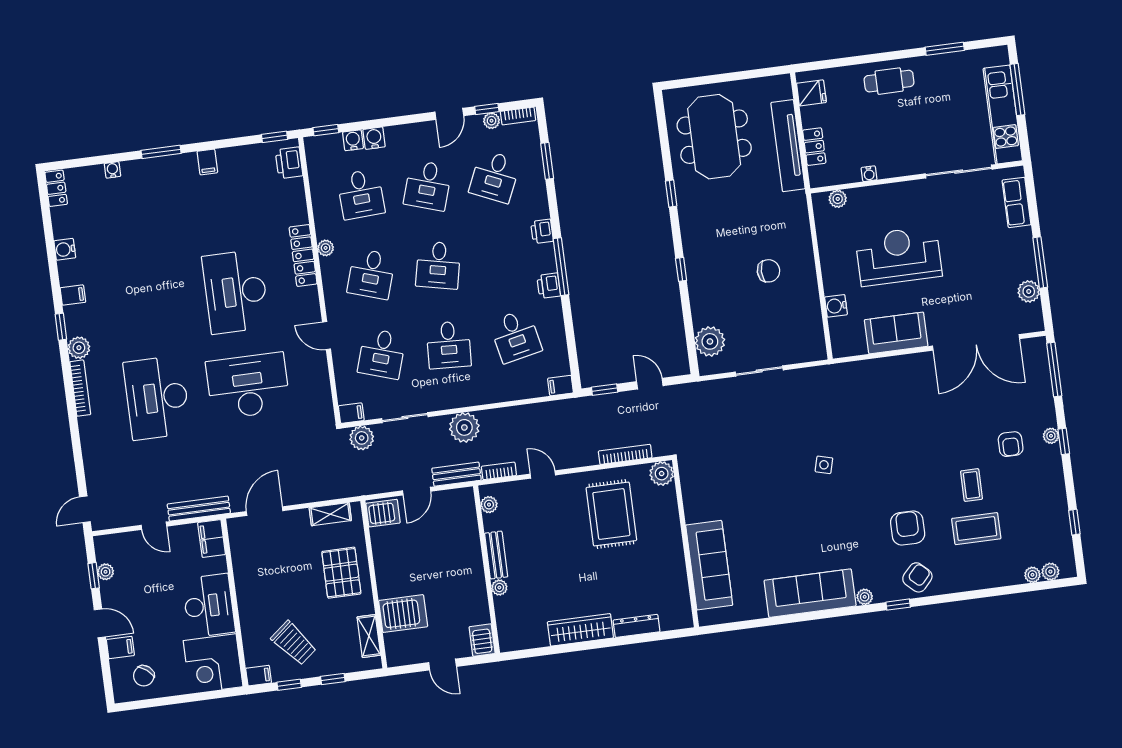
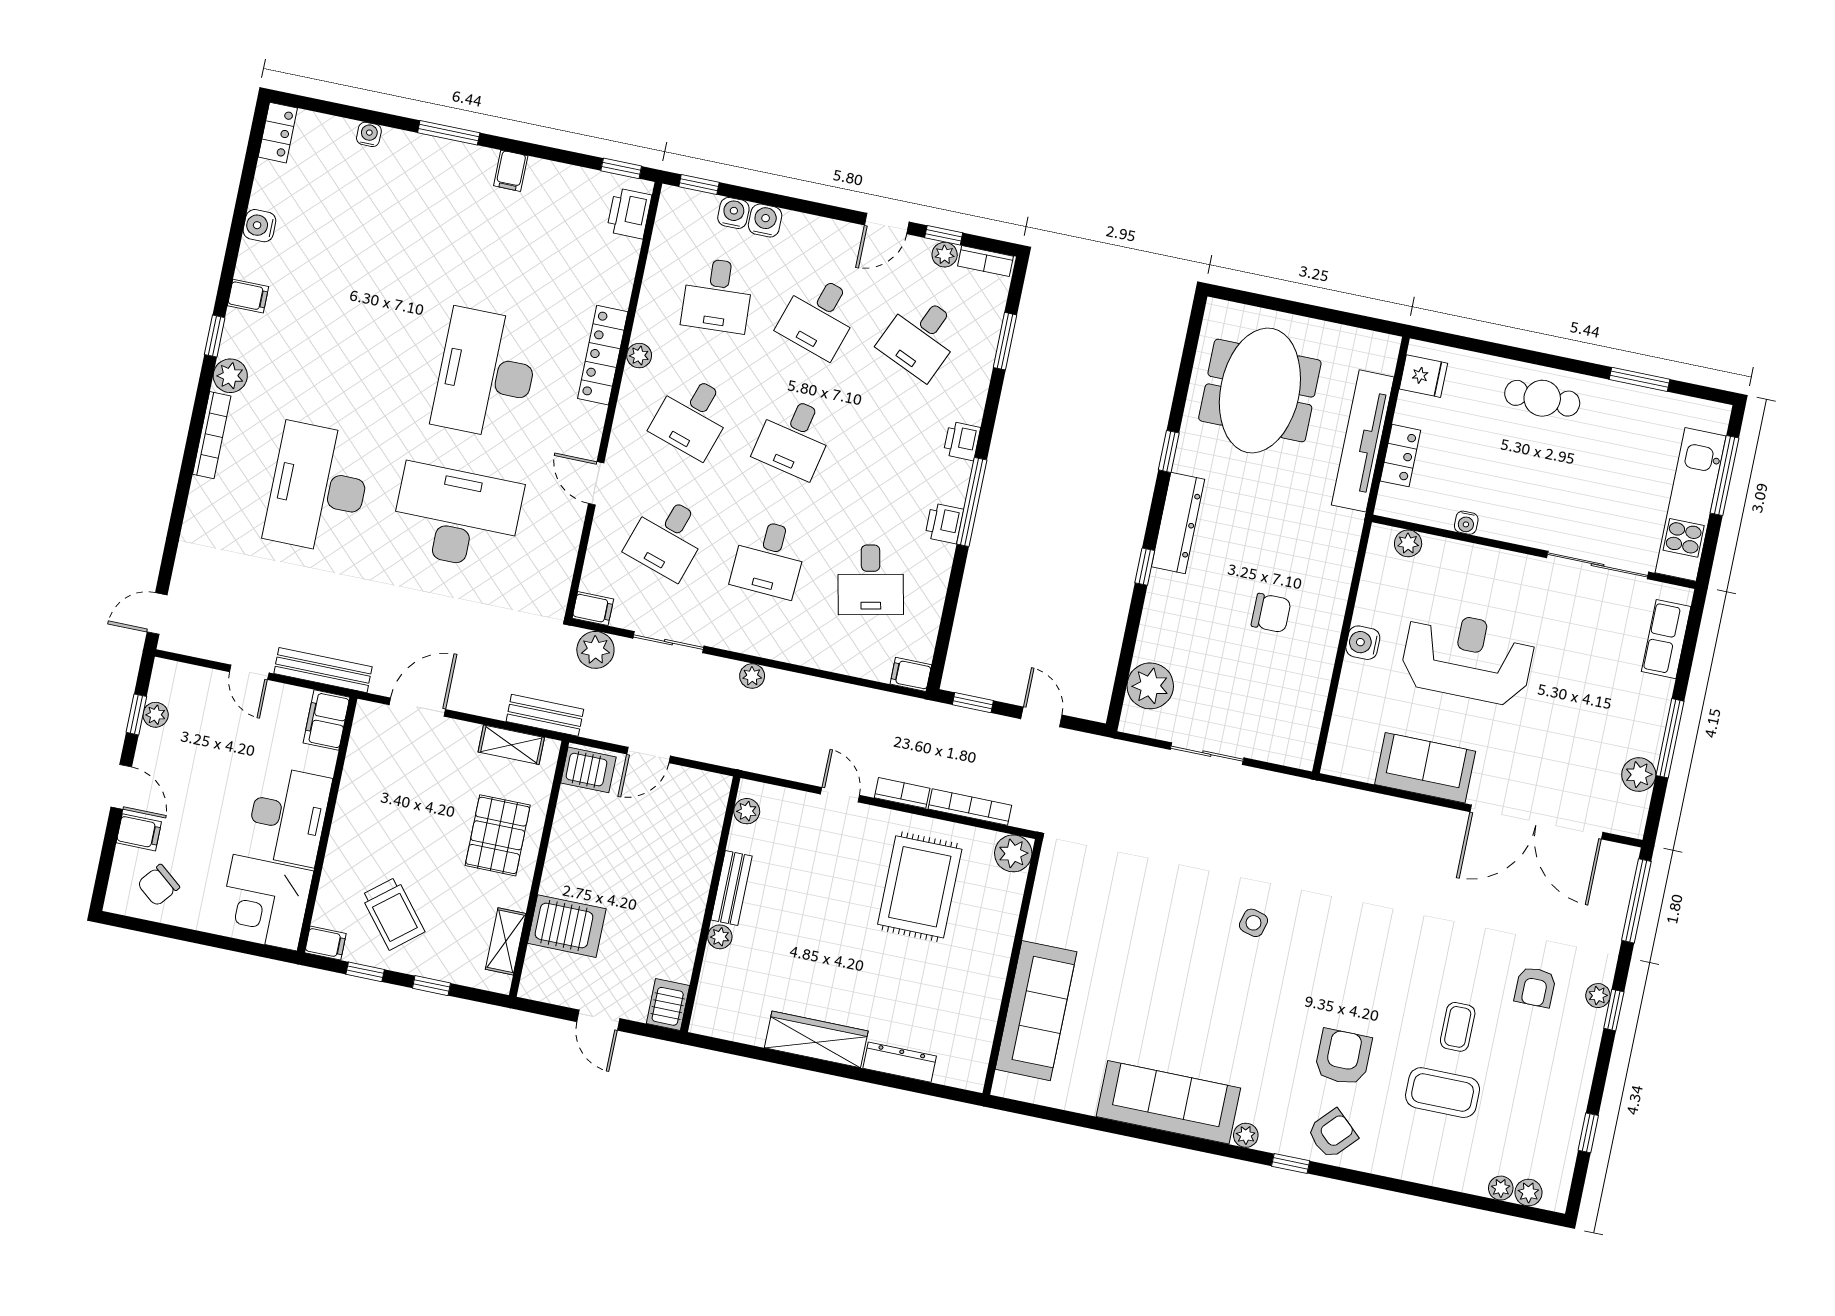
dresser: (692, 235) -> (1178, 523), added
water cooler: (836, 306) -> (1363, 643), moved
plant: (464, 427) -> (752, 676), width x0.53, depth x0.53
bookcase: (499, 471) -> (902, 793), moved
bench: (456, 474) -> (545, 715), moved

